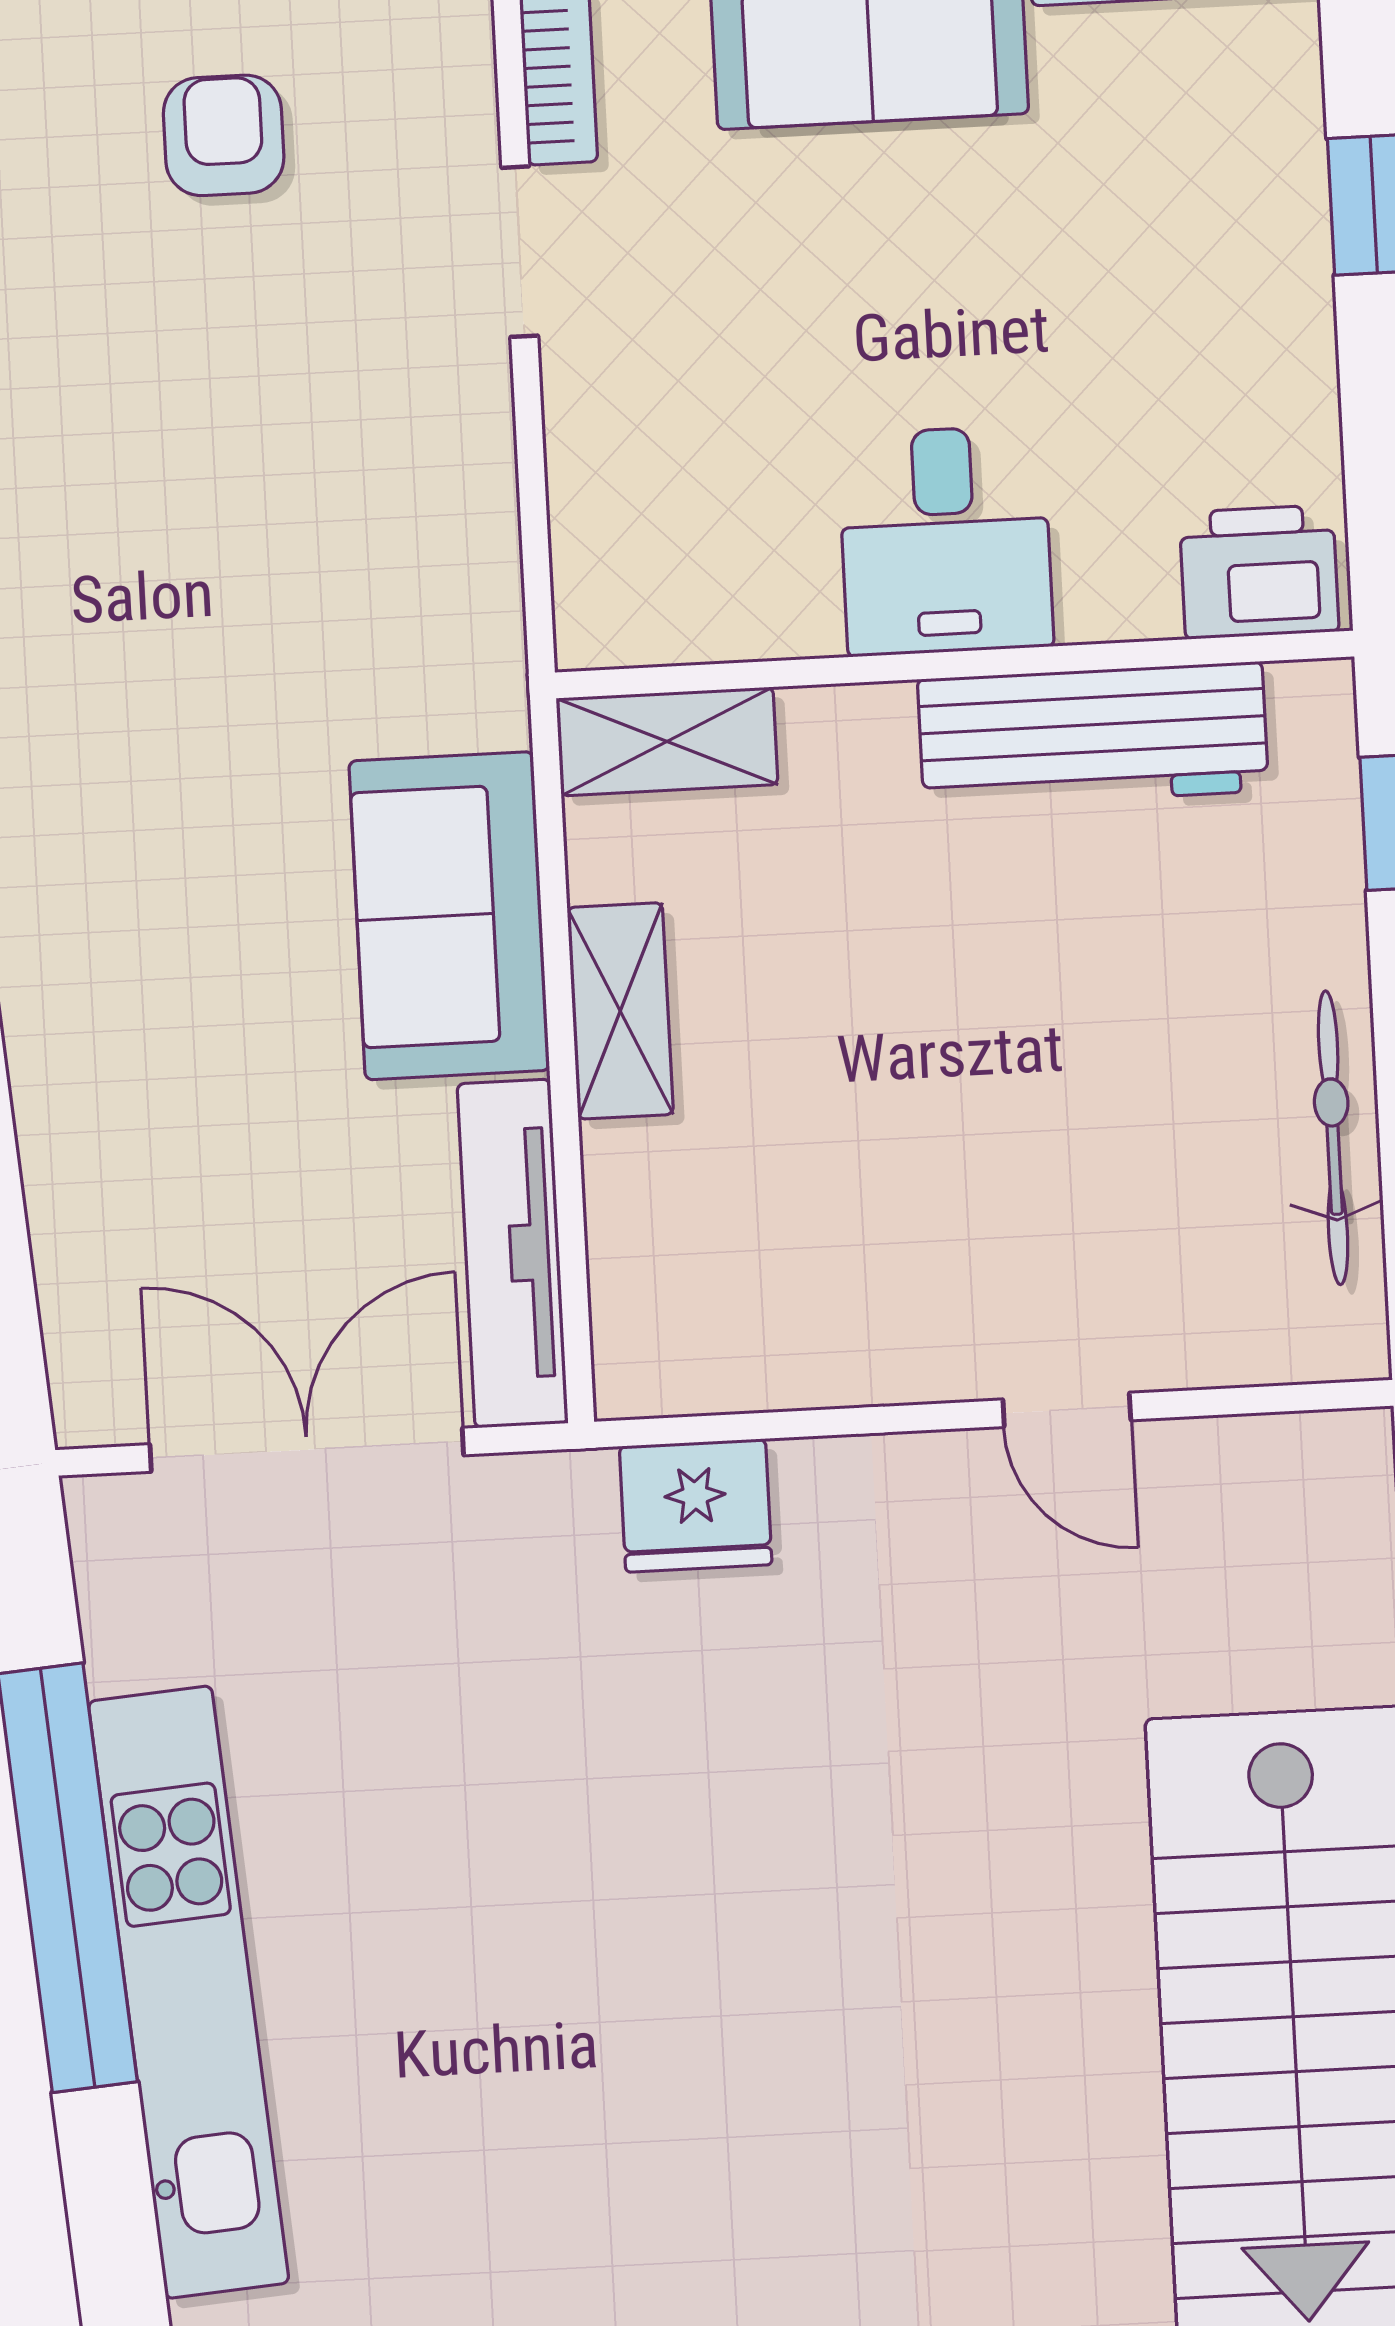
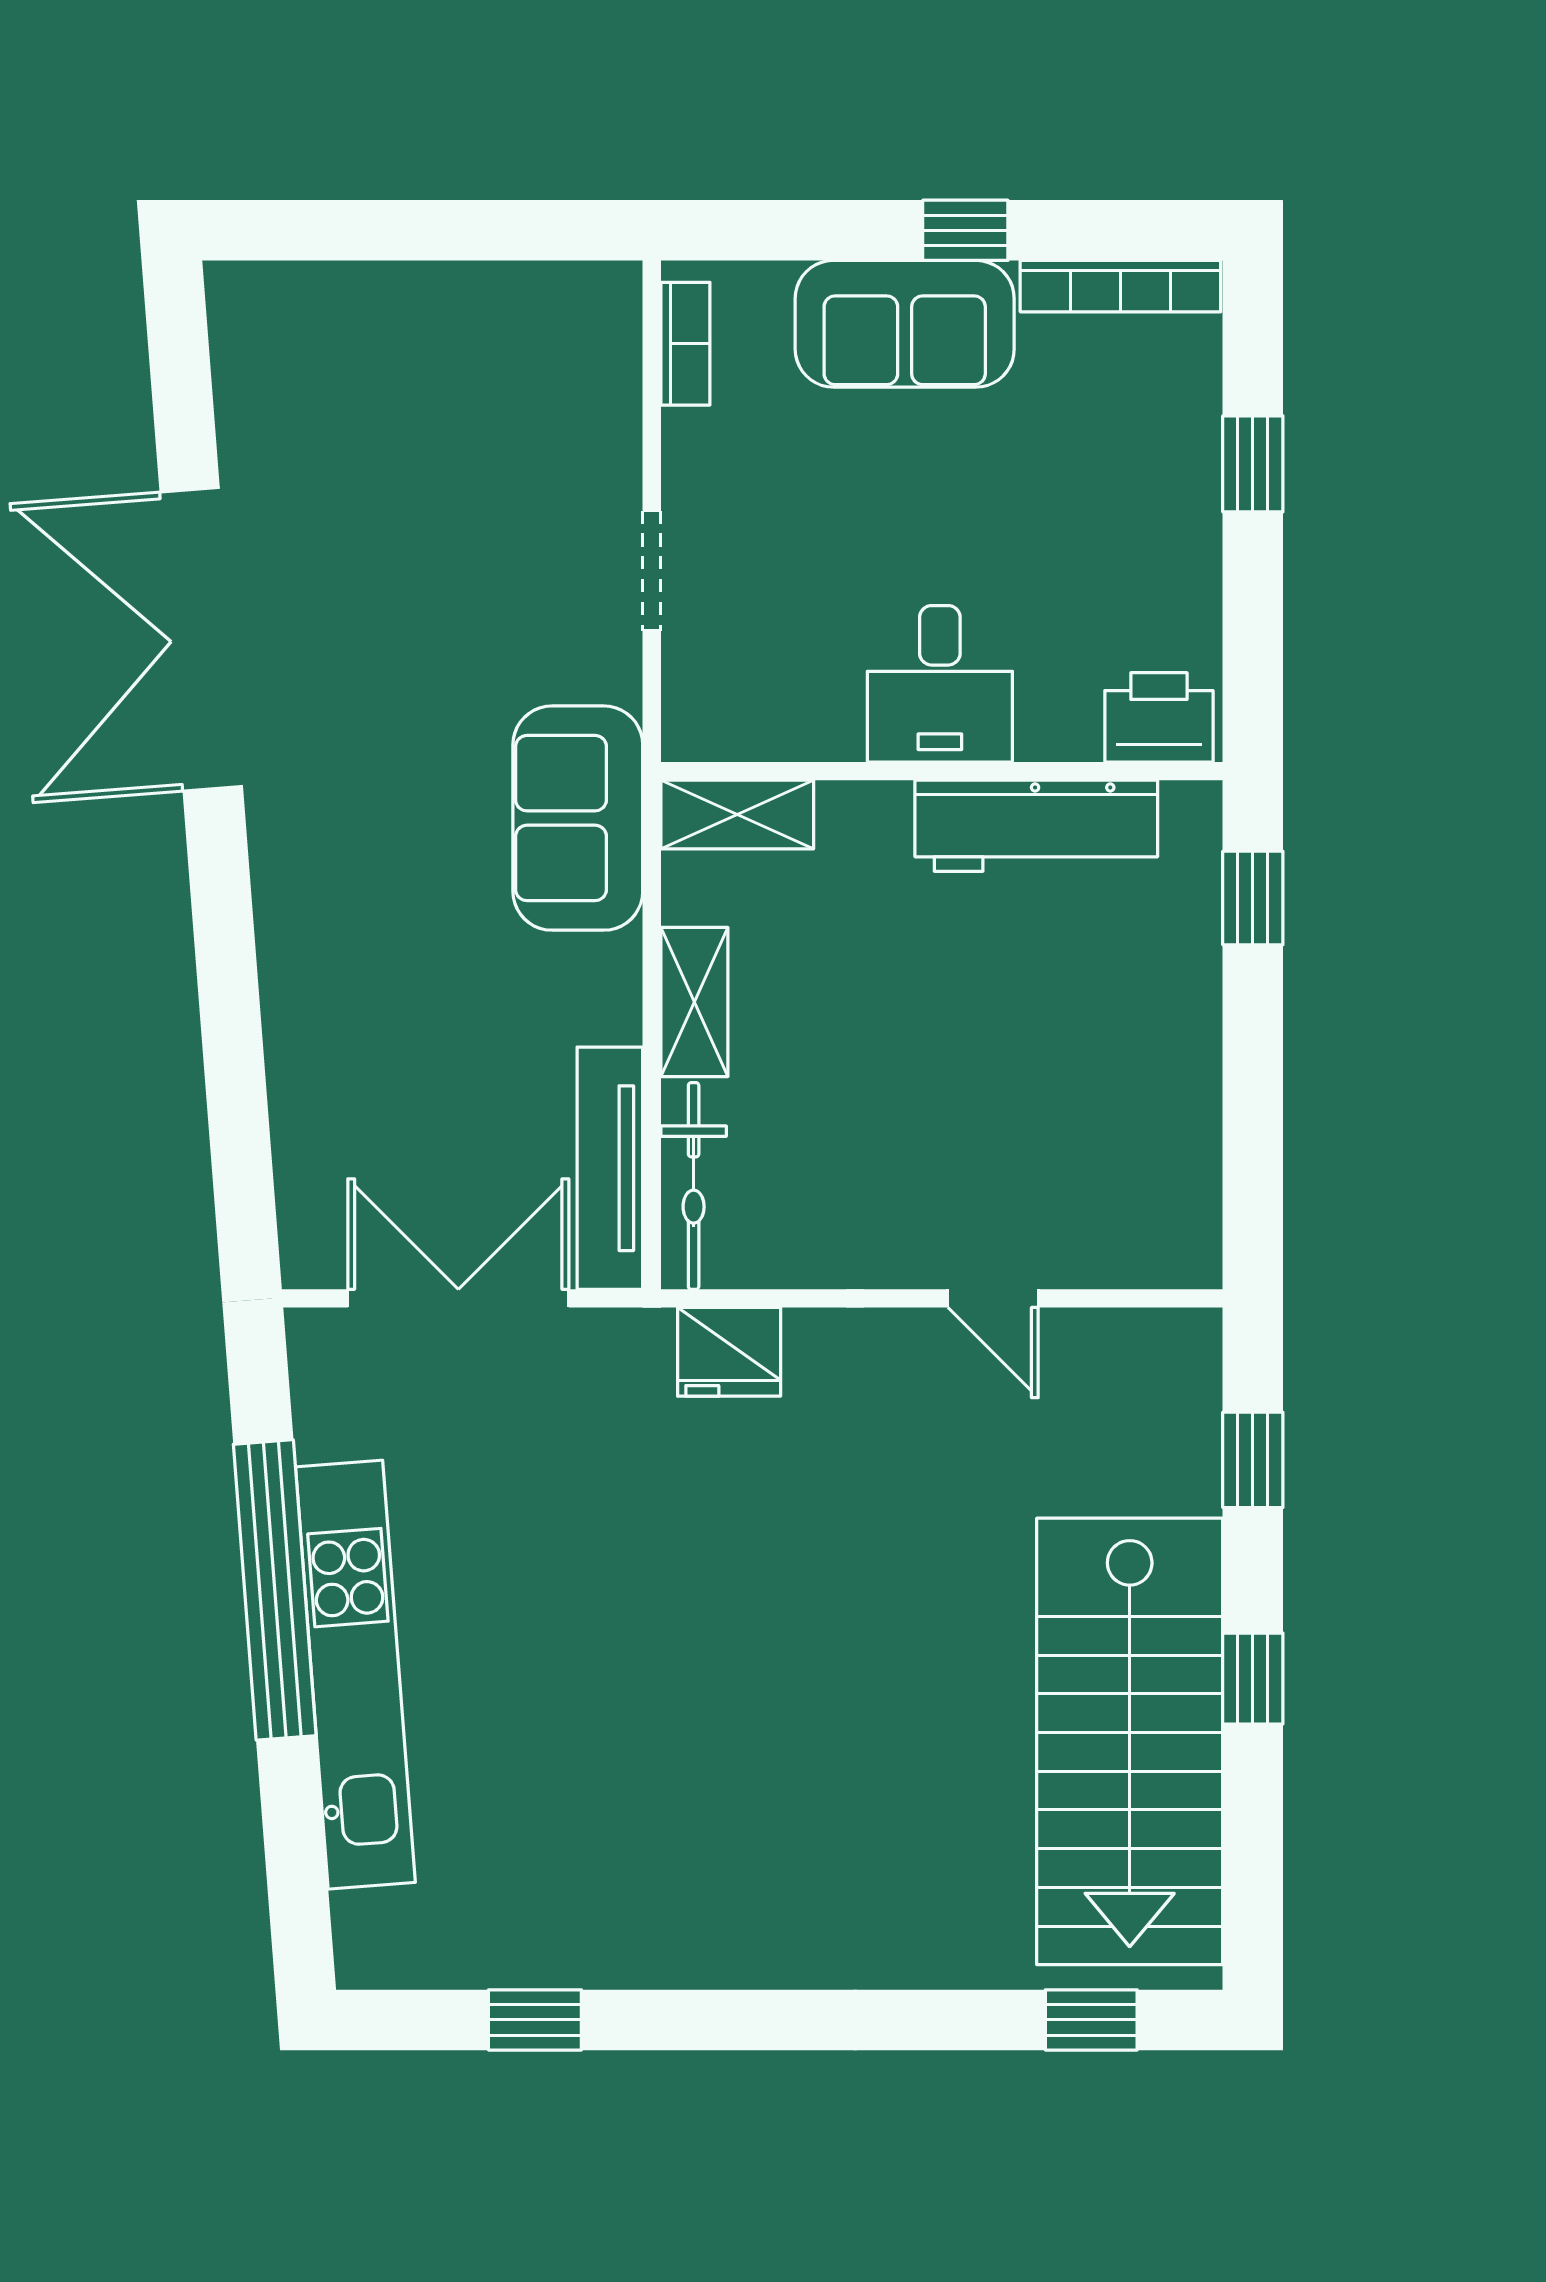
armchair: (224, 135) -> (448, 373), removed
doorway: (520, 252) -> (652, 571), moved
sofa: (449, 916) -> (578, 818), moved
bicycle: (1333, 1138) -> (694, 1186), moved, turned 180

